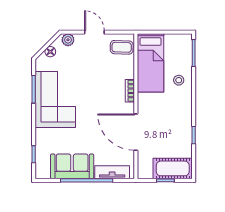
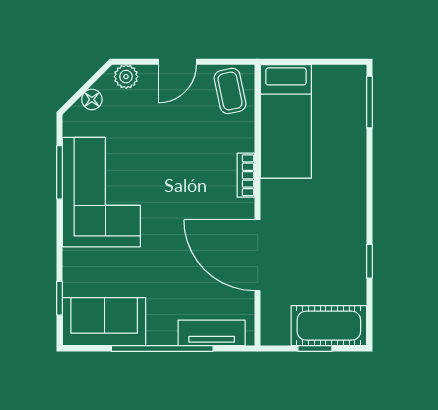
door: (94, 32) -> (177, 62), swing flipped
coffee table: (122, 47) -> (230, 91), turned 76
stool: (179, 80) -> (341, 155), removed
sofa: (72, 166) -> (104, 322), moved

